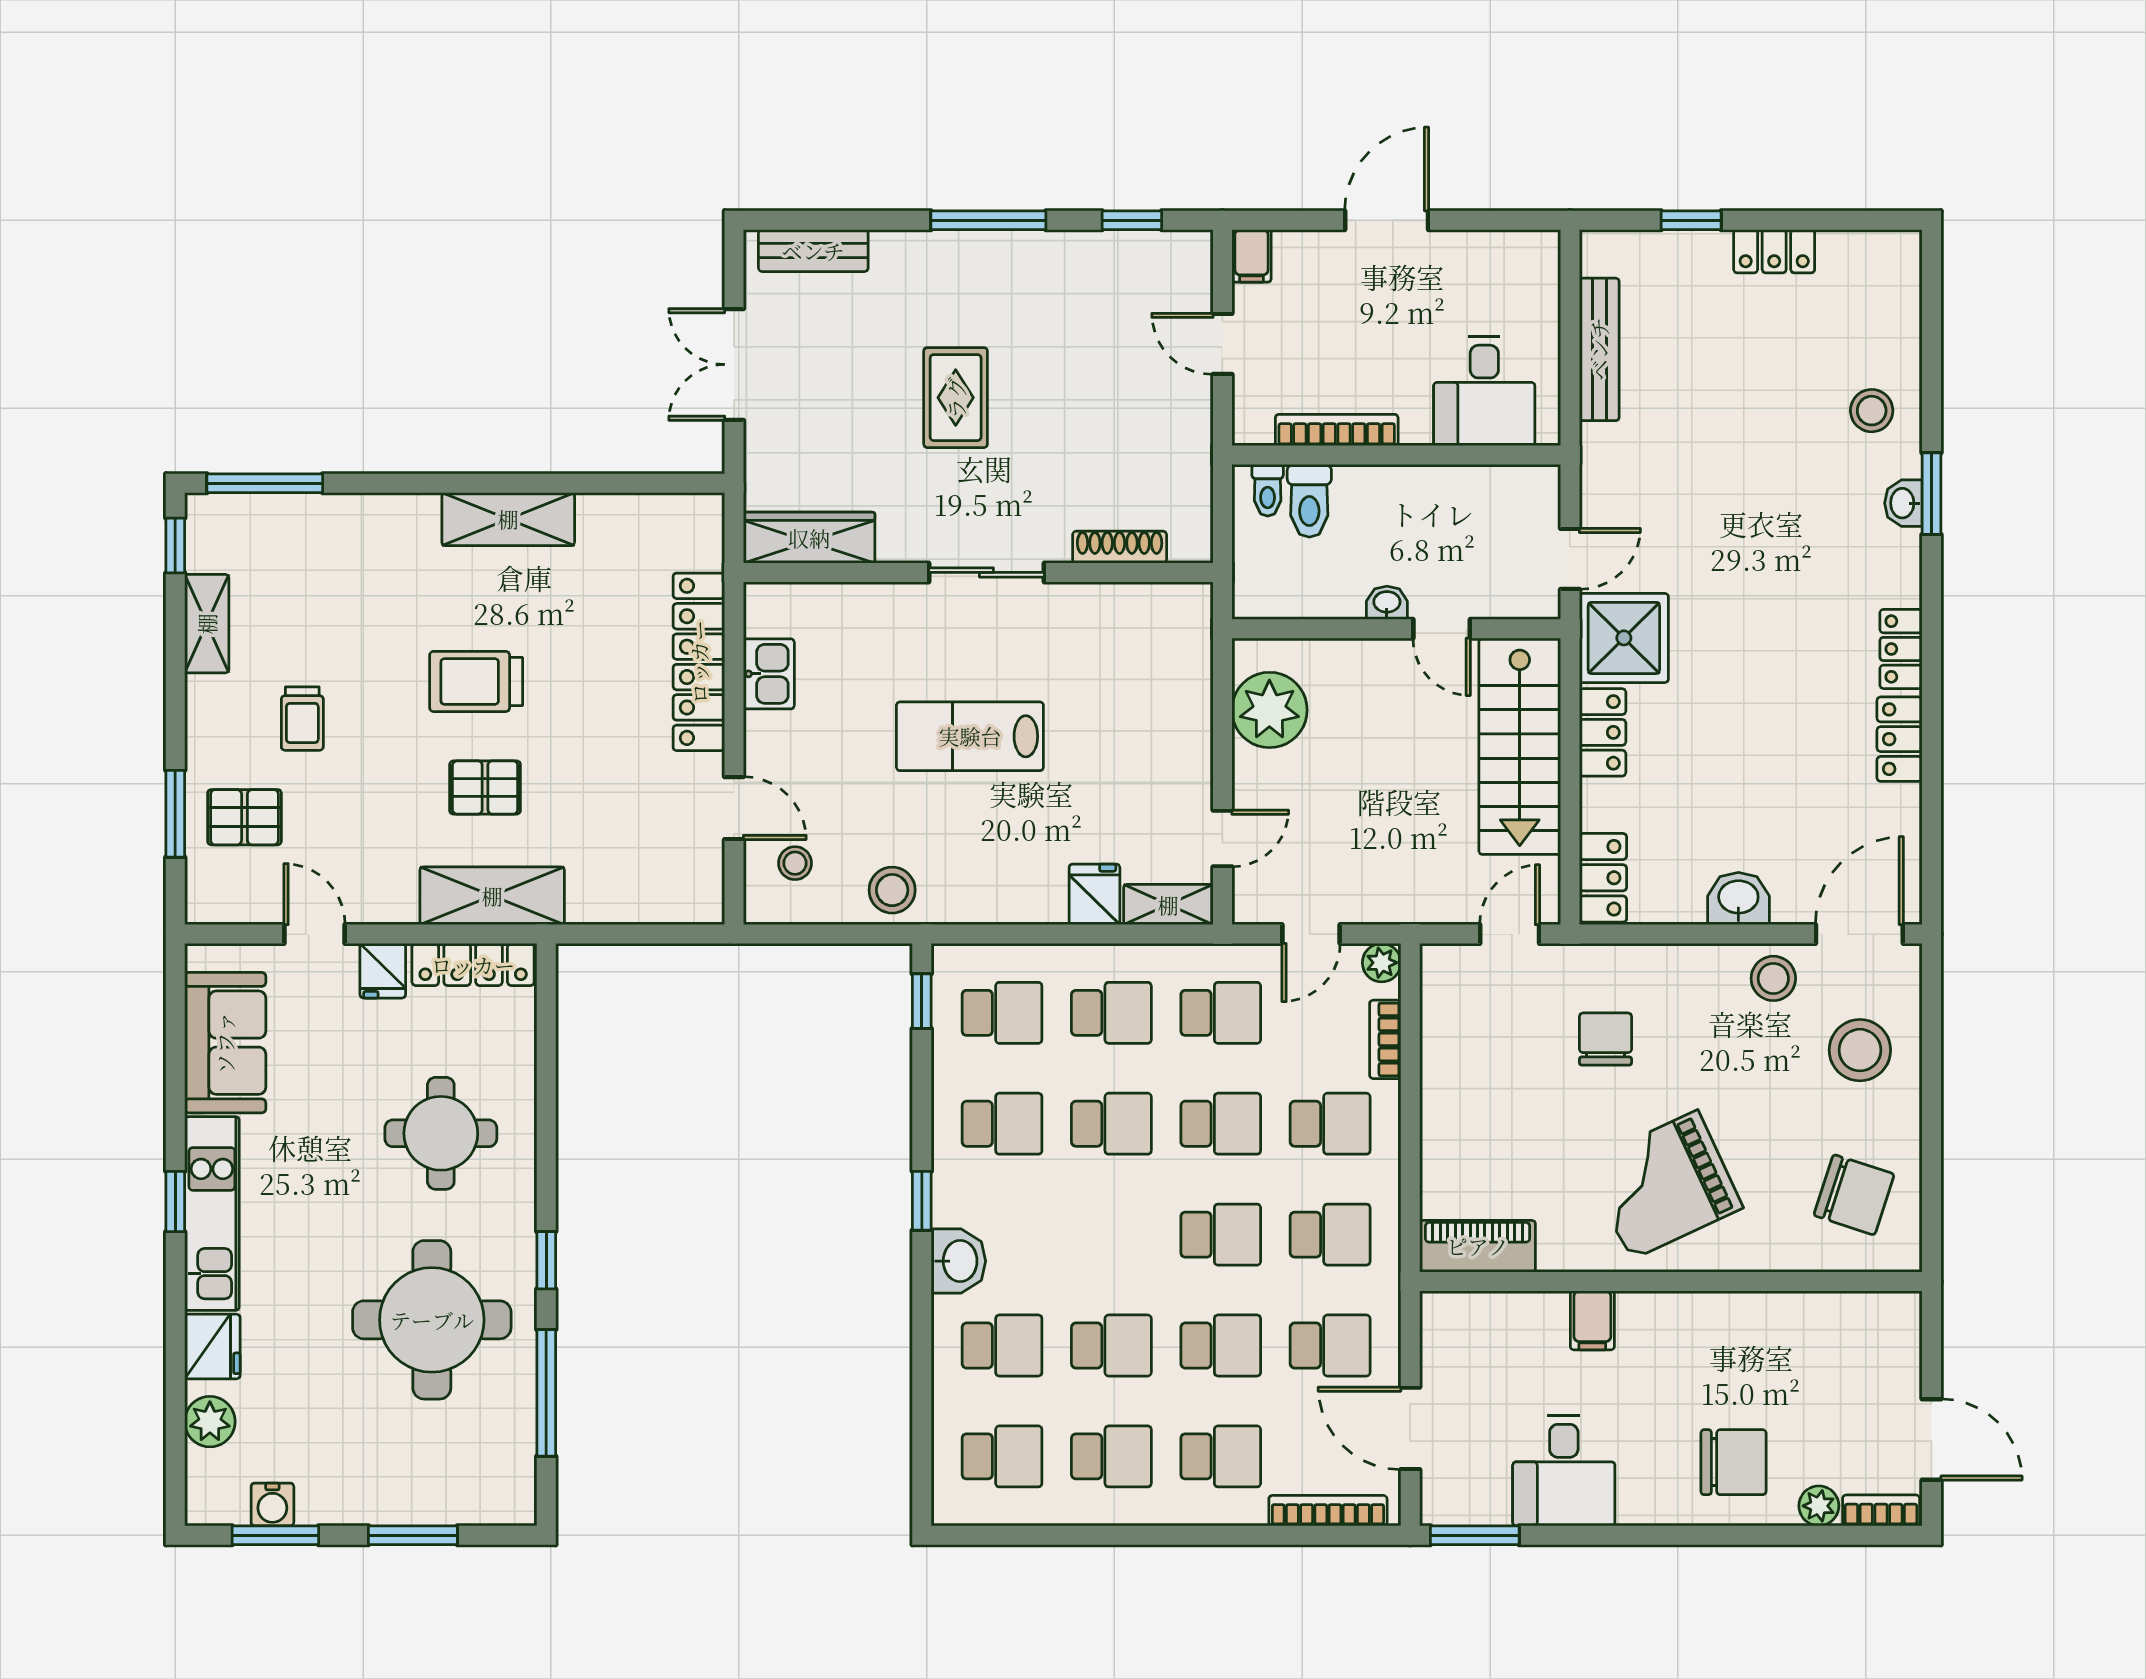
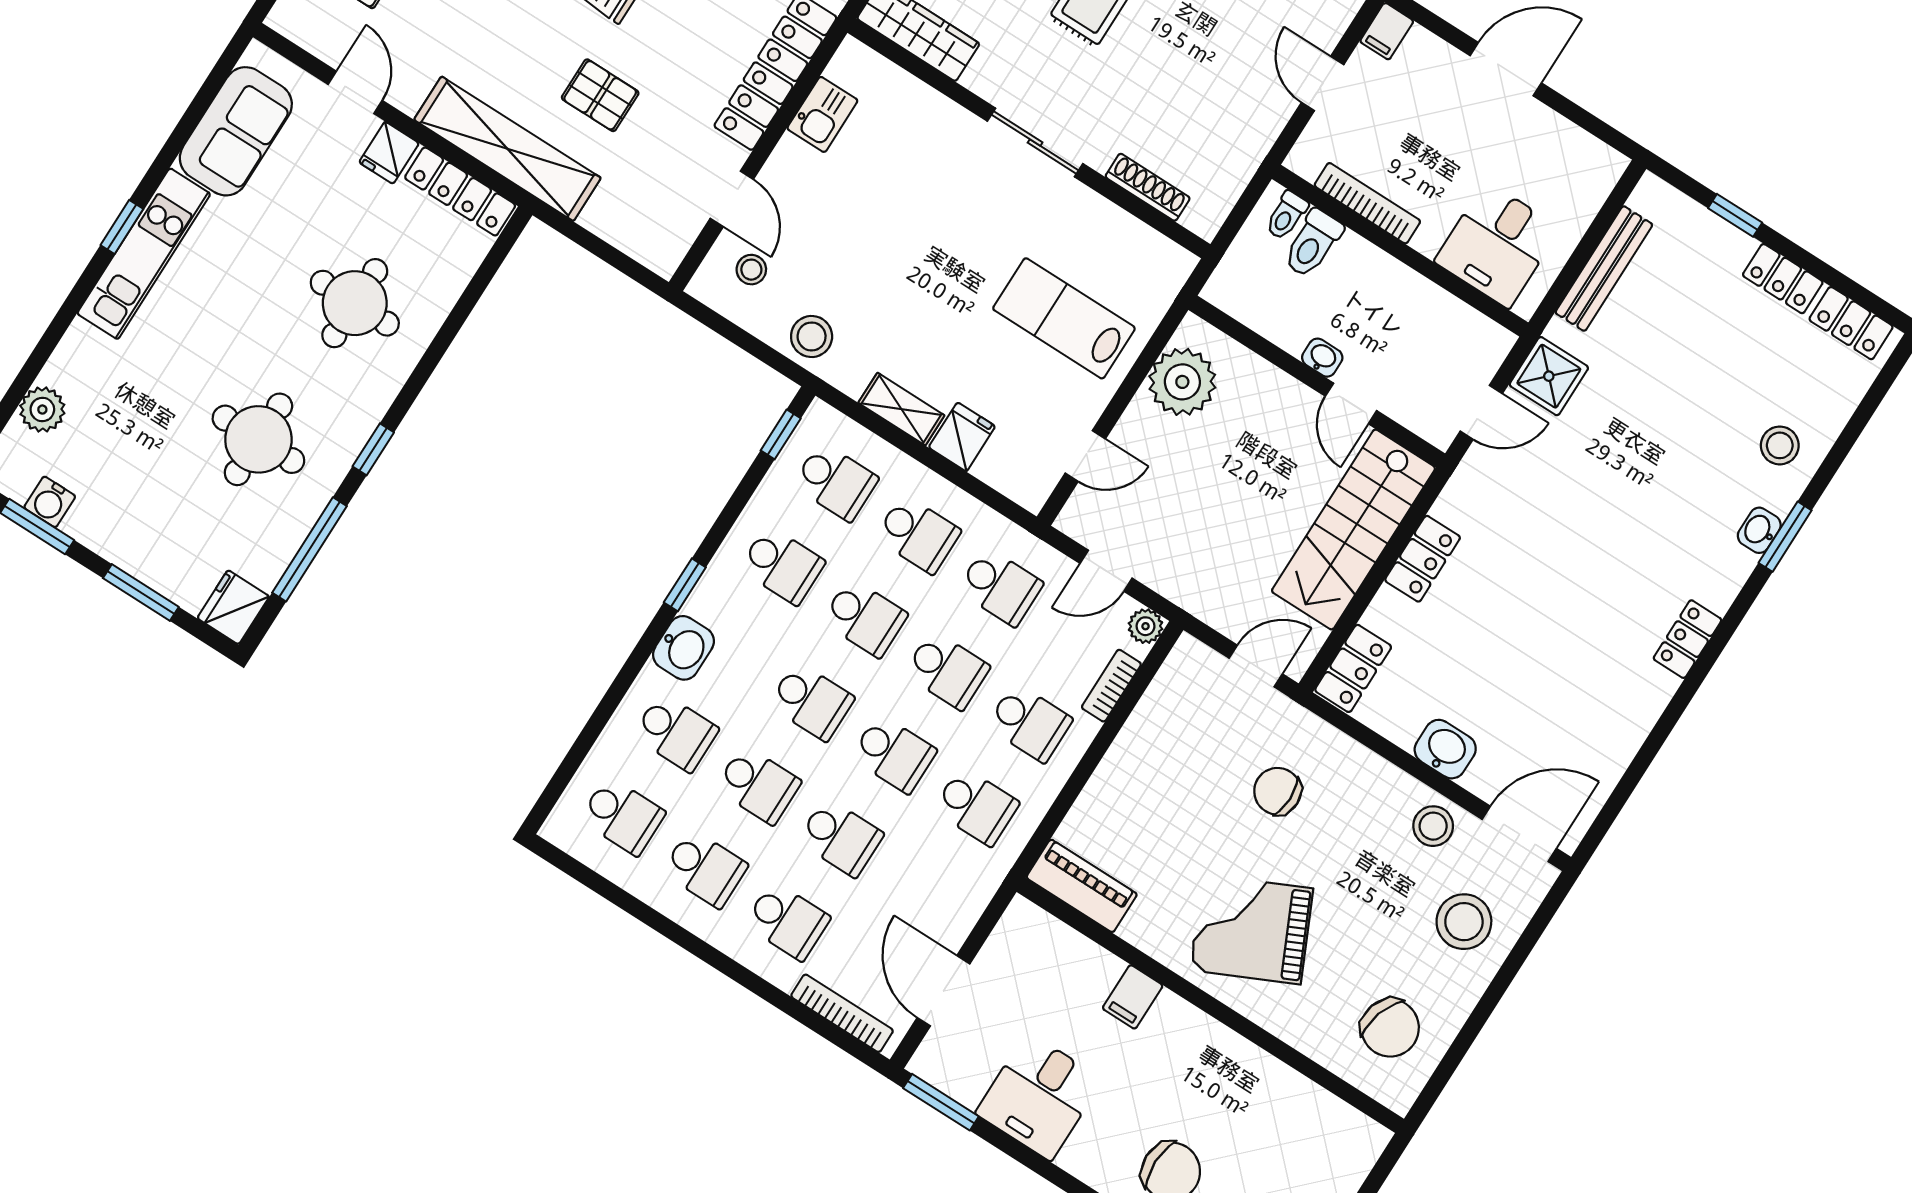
shower: (1624, 638) -> (1549, 376), moved, width x0.73, depth x0.73
lab bench: (970, 736) -> (1064, 318), moved
locker: (1900, 739) -> (1851, 323), moved, turned -90
pallet: (485, 787) -> (600, 95), moved
shelving: (492, 896) -> (507, 149), width x1.47
shelving: (1168, 905) -> (901, 409), moved
chair: (1606, 1039) -> (1278, 791), turned -90
round table: (432, 1320) -> (258, 439), width x0.73, depth x0.73
fridge: (212, 1346) -> (233, 607), moved, turned 180
school desk: (1330, 1346) -> (811, 701), moved

